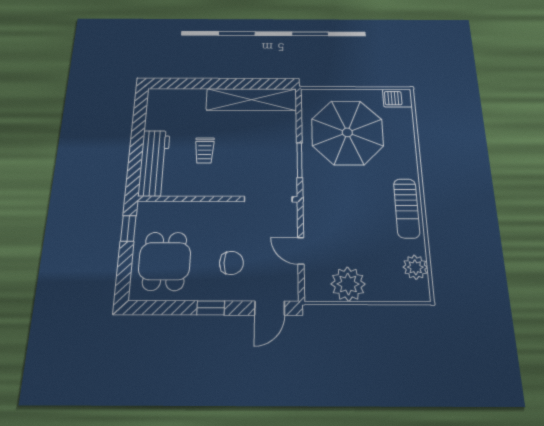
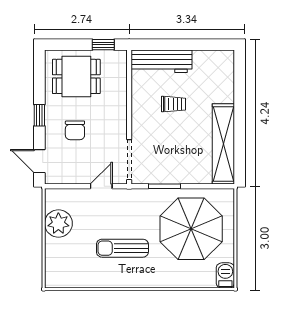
trolley: (205, 150) -> (173, 104), turned 180
sun lounger: (407, 208) -> (122, 248), moved
door: (301, 251) -> (101, 186), moved
plant: (415, 267) -> (72, 278), removed

